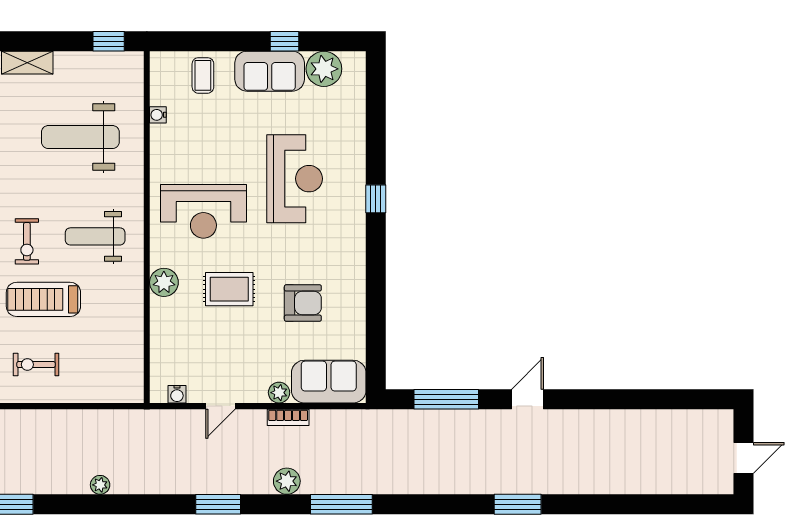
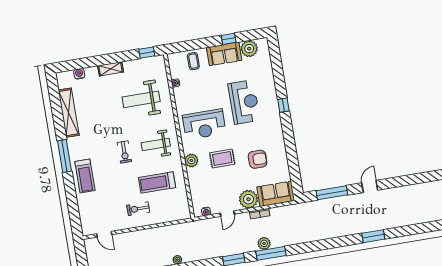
treadmill: (43, 299) -> (157, 182), moved
plant: (279, 393) -> (248, 199), width x1.88, depth x1.88
window: (341, 504) -> (271, 253), moved

